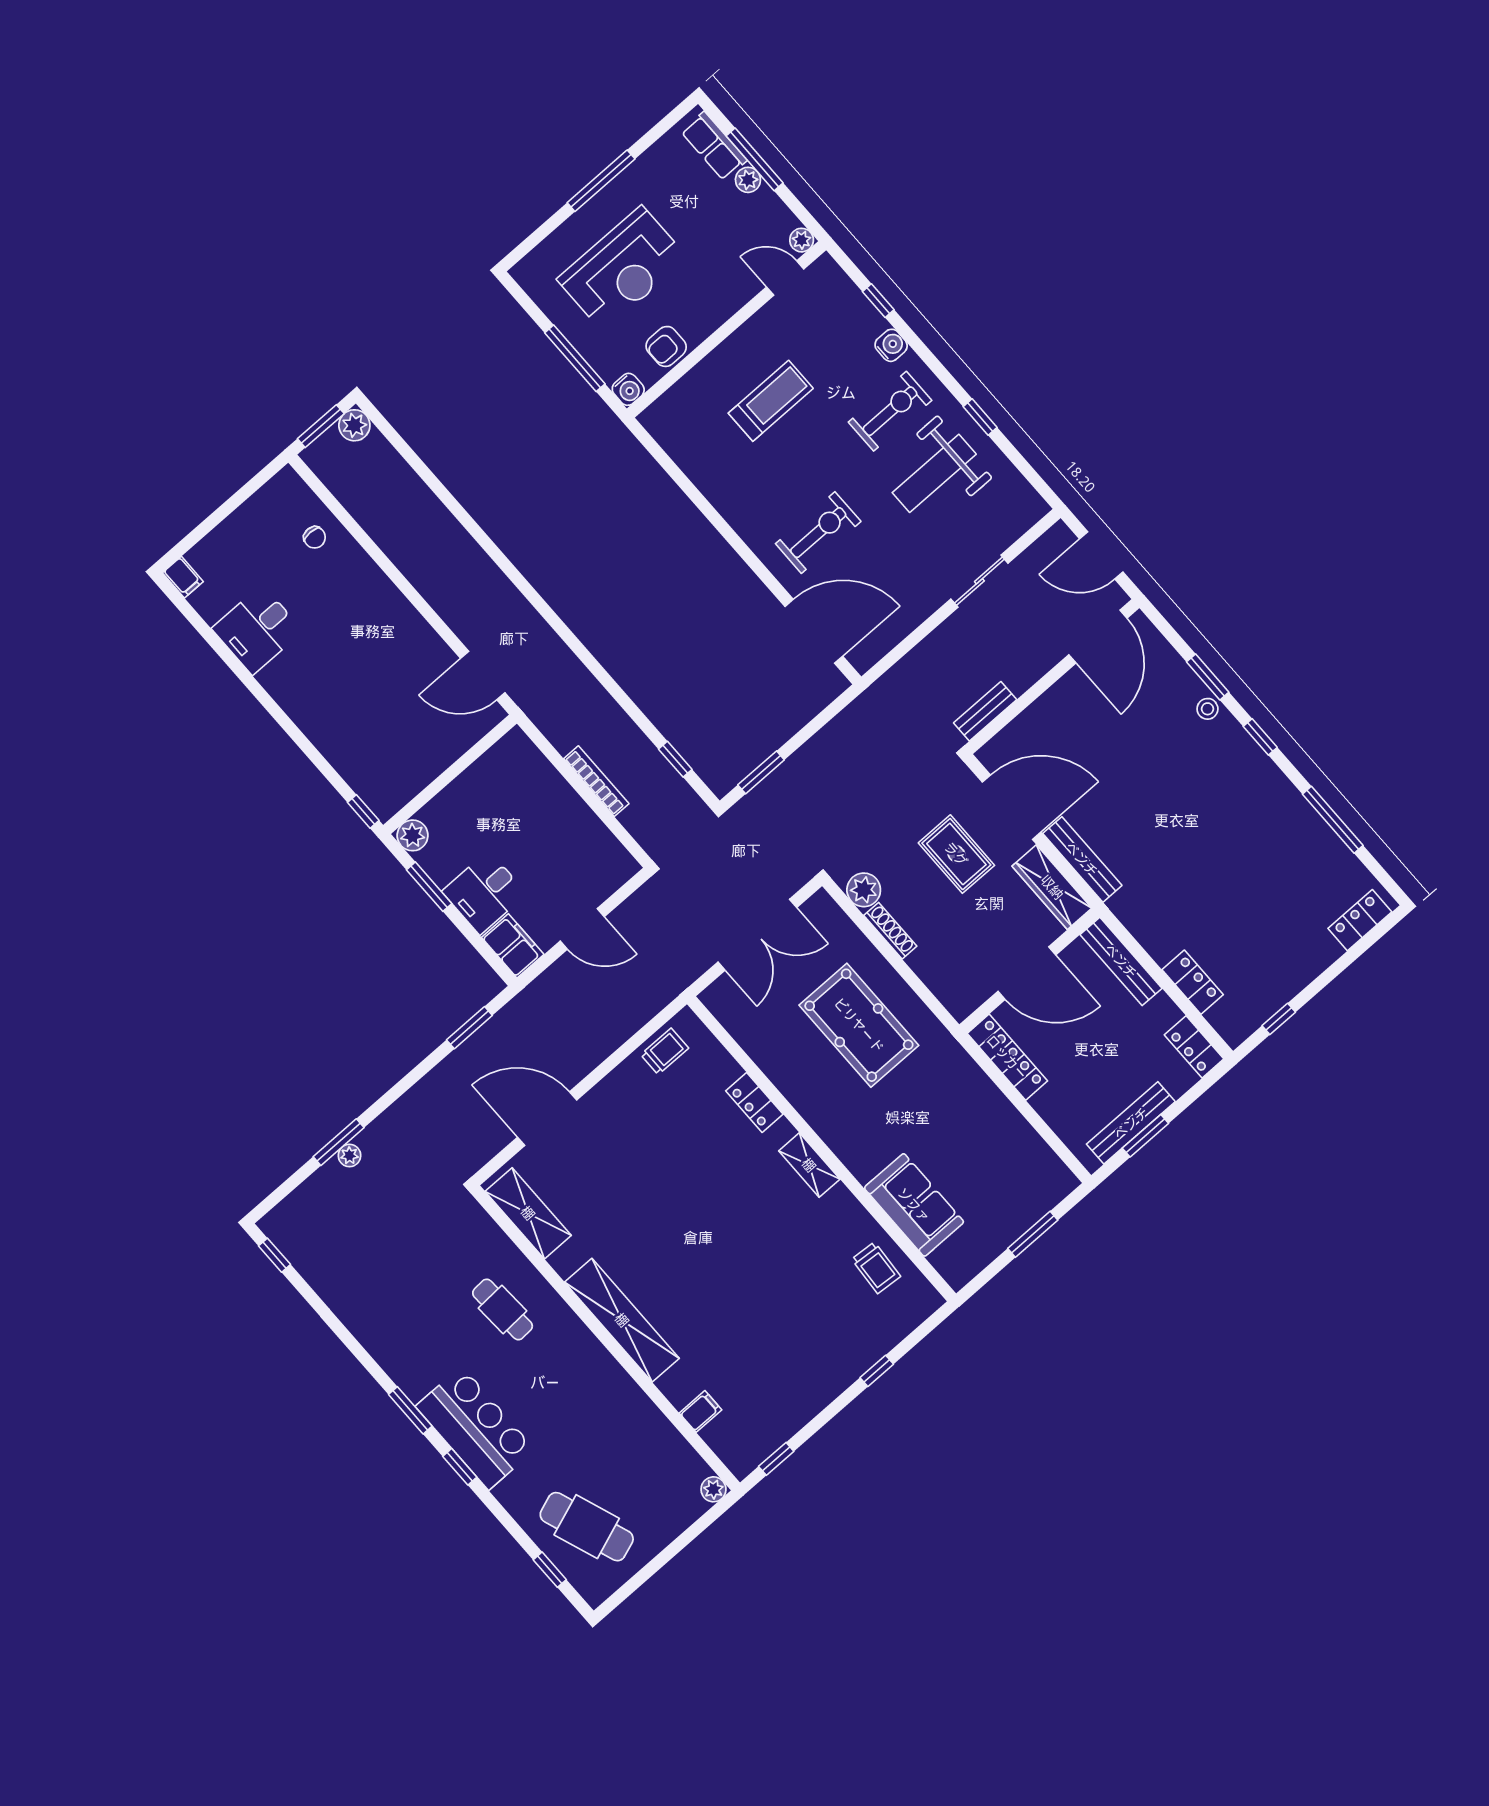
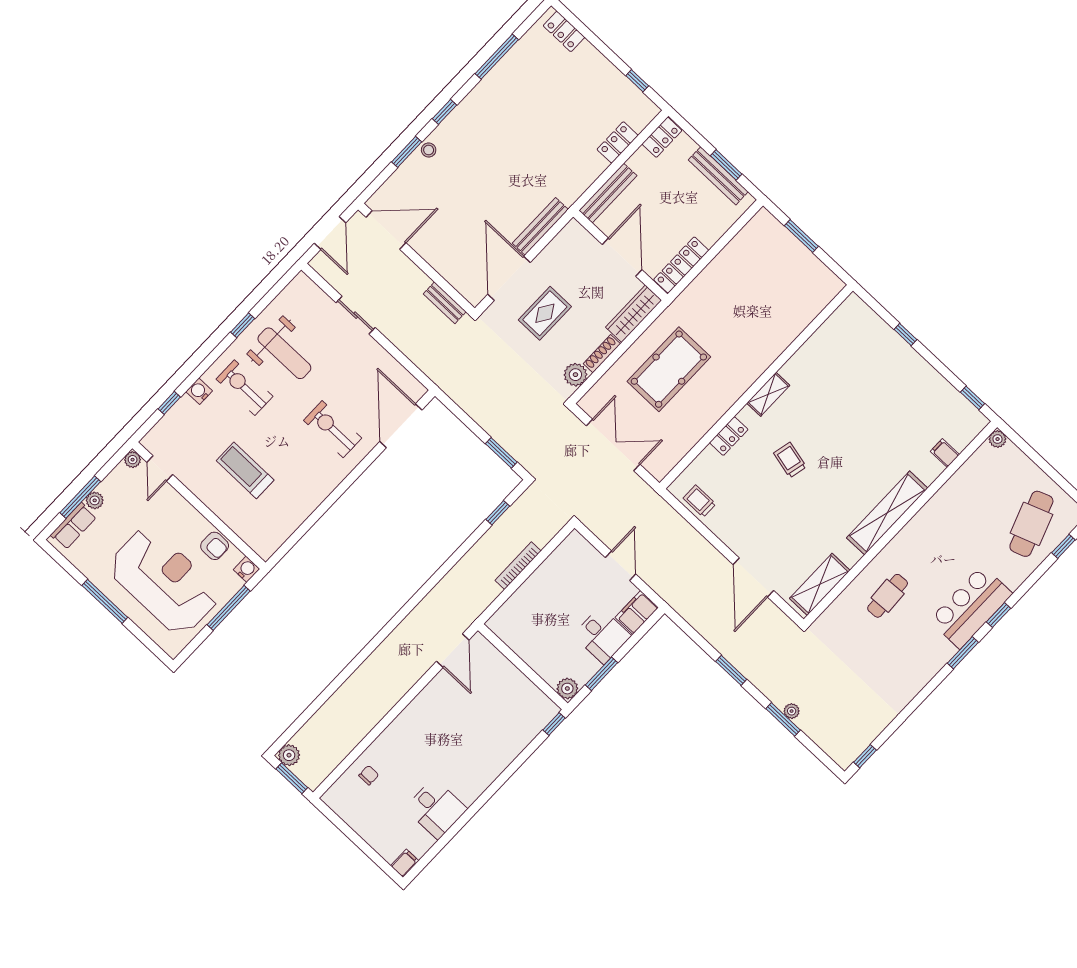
reception desk: (622, 269) -> (164, 581), width x1.36, depth x1.30
wardrobe: (1052, 887) -> (634, 314), moved, turned 180
window: (469, 1028) -> (731, 670), moved
sofa: (914, 1205) -> (789, 320), removed
trolley: (876, 1268) -> (790, 460), moved, turned -81

